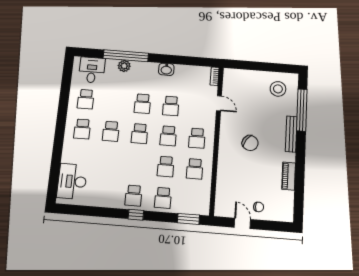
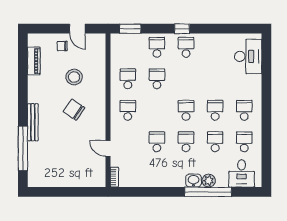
washbasin: (166, 69) -> (193, 181), moved
stool: (278, 89) -> (74, 77), moved
school desk: (168, 136) -> (215, 142), moved
piano: (289, 176) -> (34, 61), moved

